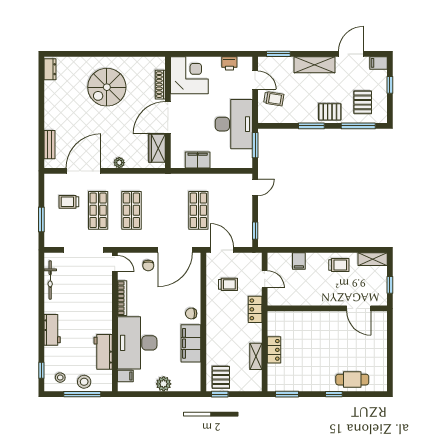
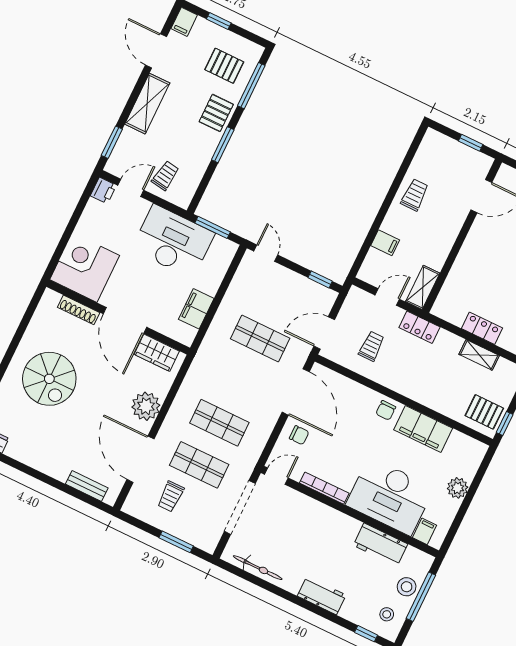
printer: (229, 63) -> (103, 190), moved
plant: (119, 163) -> (146, 406), width x1.87, depth x1.87
shelving: (373, 259) -> (423, 287), moved

